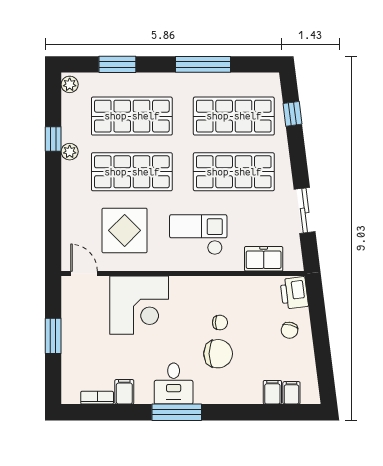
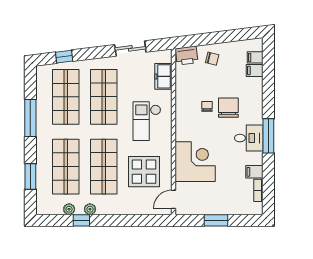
plant: (70, 84) -> (69, 209), moved

